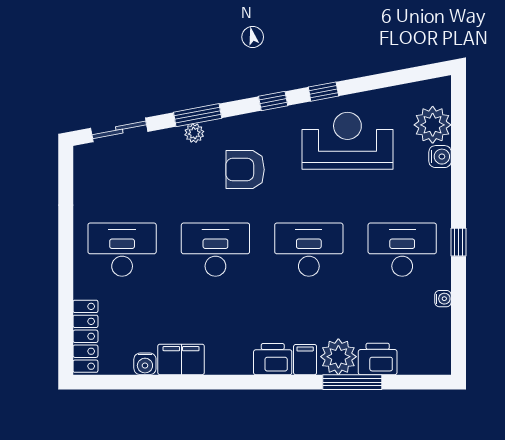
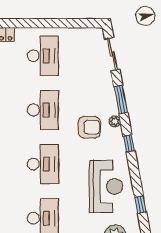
window: (323, 92) -> (140, 204), moved
plant: (194, 133) -> (115, 121), moved
armchair: (245, 170) -> (89, 127), turned 90

